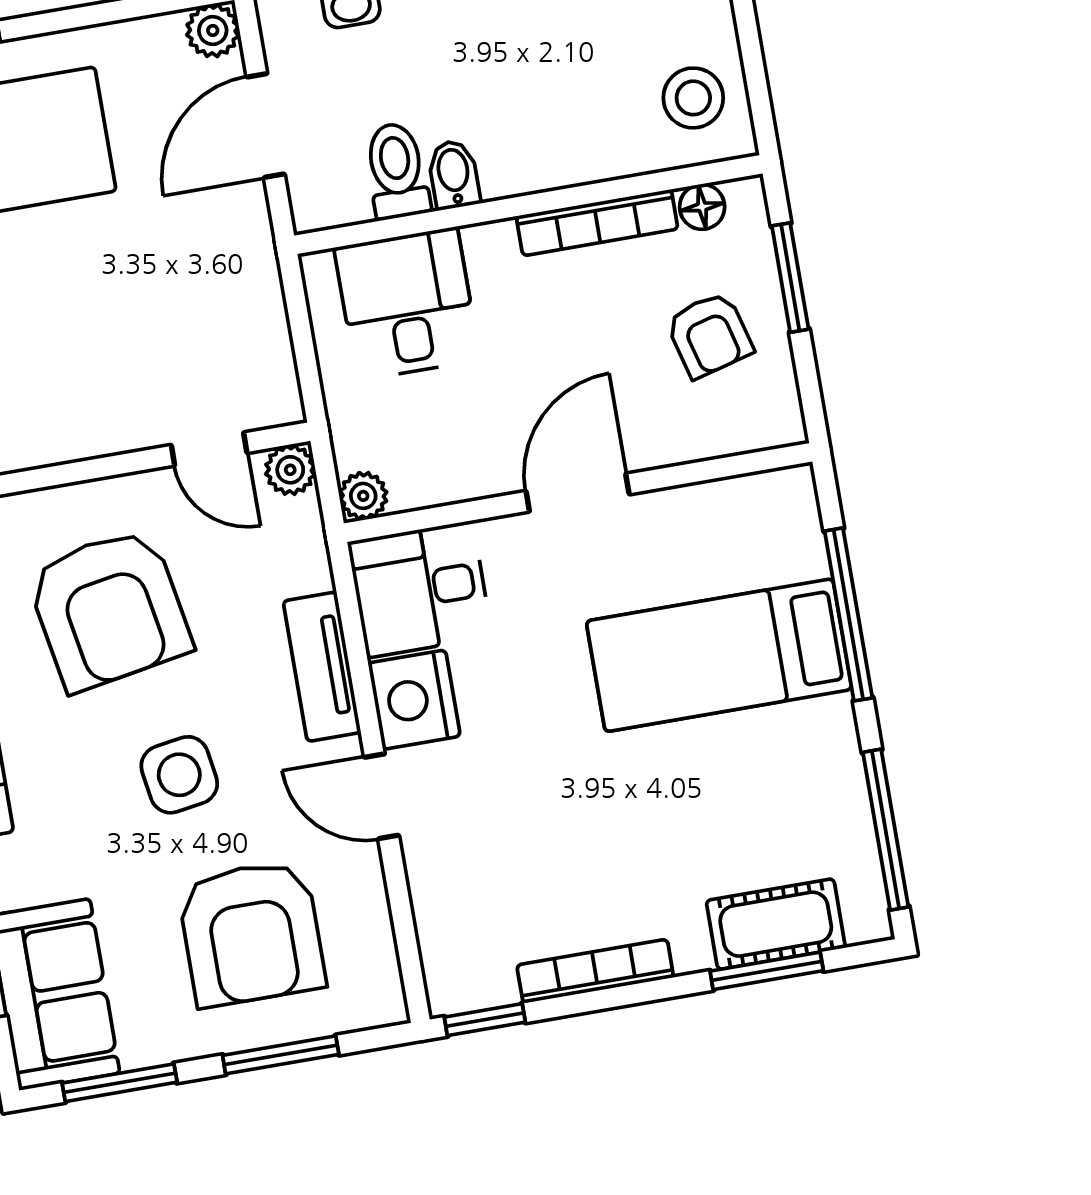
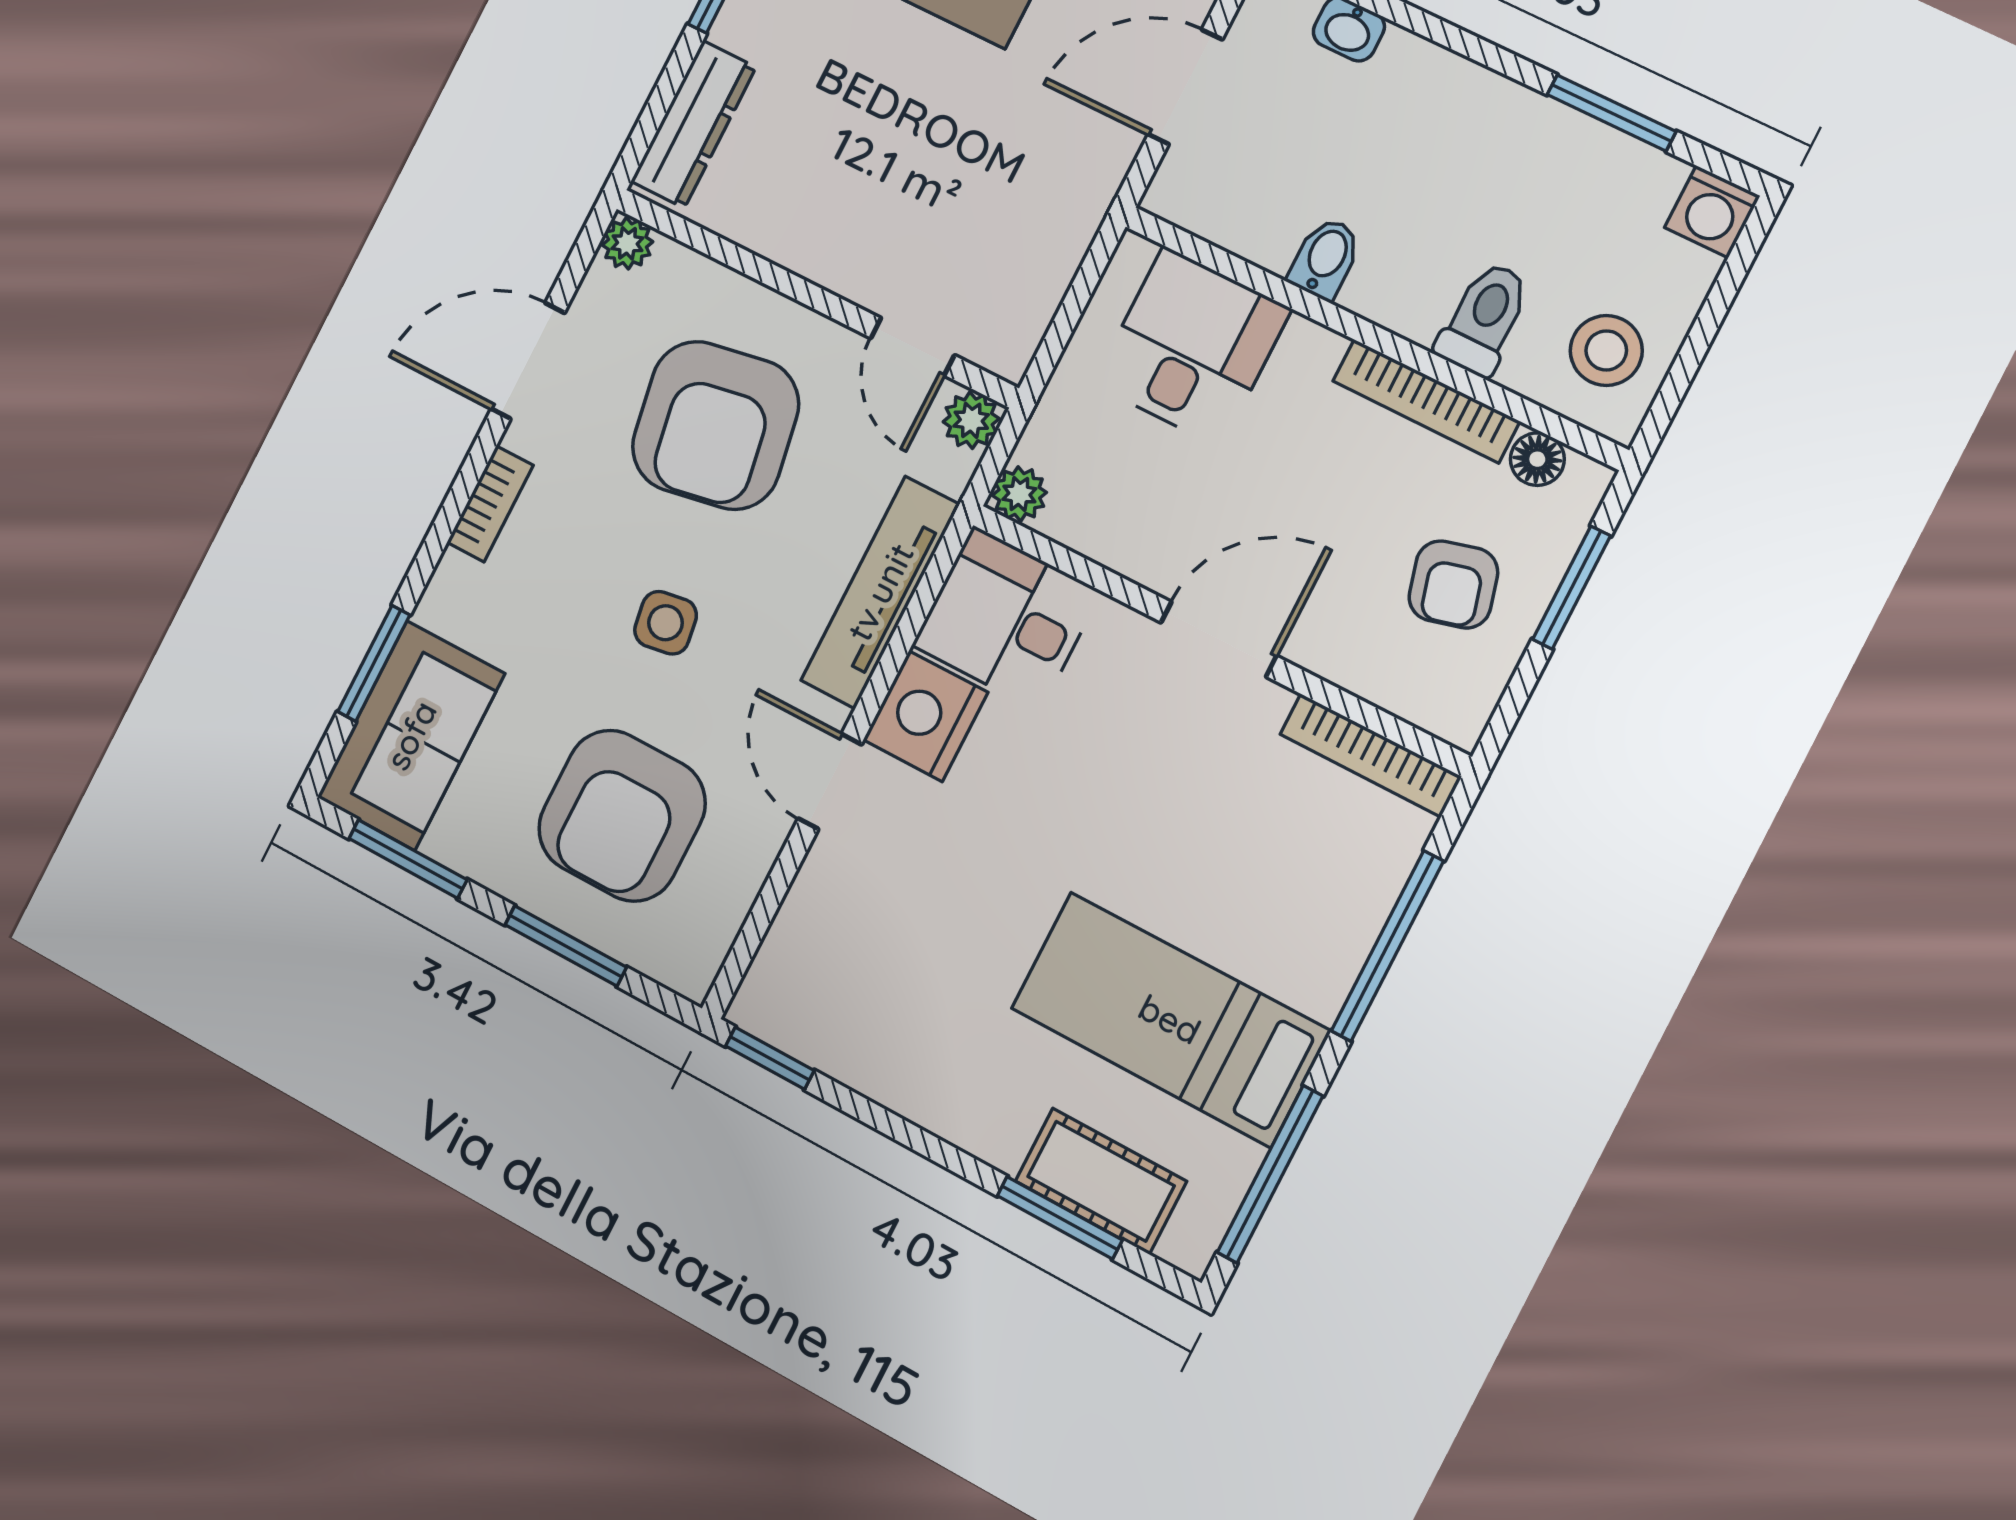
toilet: (397, 171) -> (1484, 319), moved
bed: (719, 655) -> (1170, 1019), moved
tv unit: (322, 667) -> (880, 592), width x1.41
side table: (179, 775) -> (666, 623), width x0.73, depth x0.73
bookcase: (595, 971) -> (1371, 755), moved, turned 180

